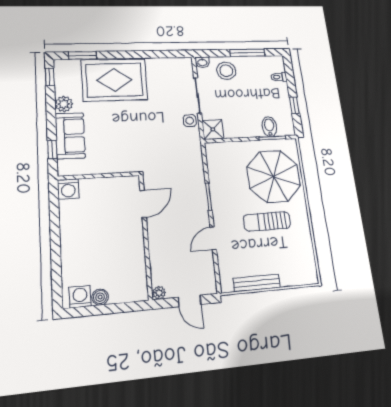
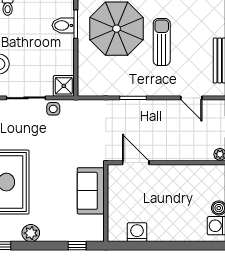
sofa: (70, 136) -> (91, 191), moved, turned -90
washing machine: (68, 189) -> (137, 232), moved, turned -90
sun lounger: (267, 221) -> (162, 42), turned 180
door: (213, 238) -> (191, 98), moved

